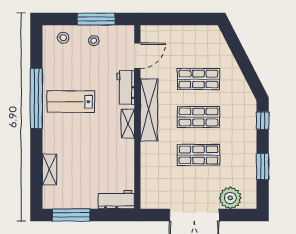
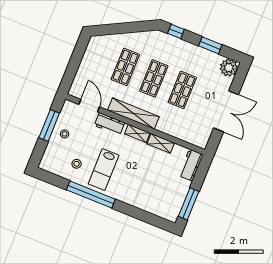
stool: (63, 38) -> (77, 164), moved
shelving: (49, 169) -> (161, 143), moved
plant: (230, 198) -> (229, 68), moved

